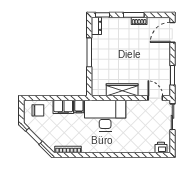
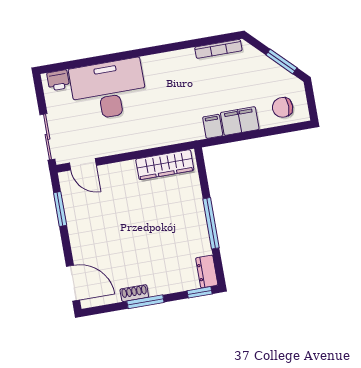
door: (172, 32) -> (73, 283), hinge flipped
wardrobe: (122, 90) -> (165, 165), moved
desk: (105, 116) -> (108, 90), moved, turned 180

